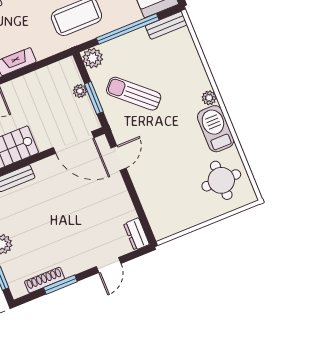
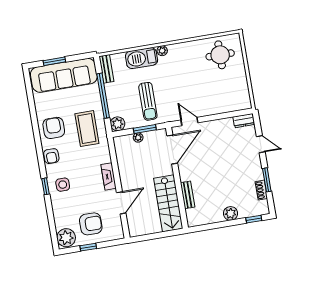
sun lounger: (134, 94) -> (148, 101), turned -42
barbecue: (216, 129) -> (142, 58), moved
shoe rack: (45, 280) -> (261, 190), width x0.70

